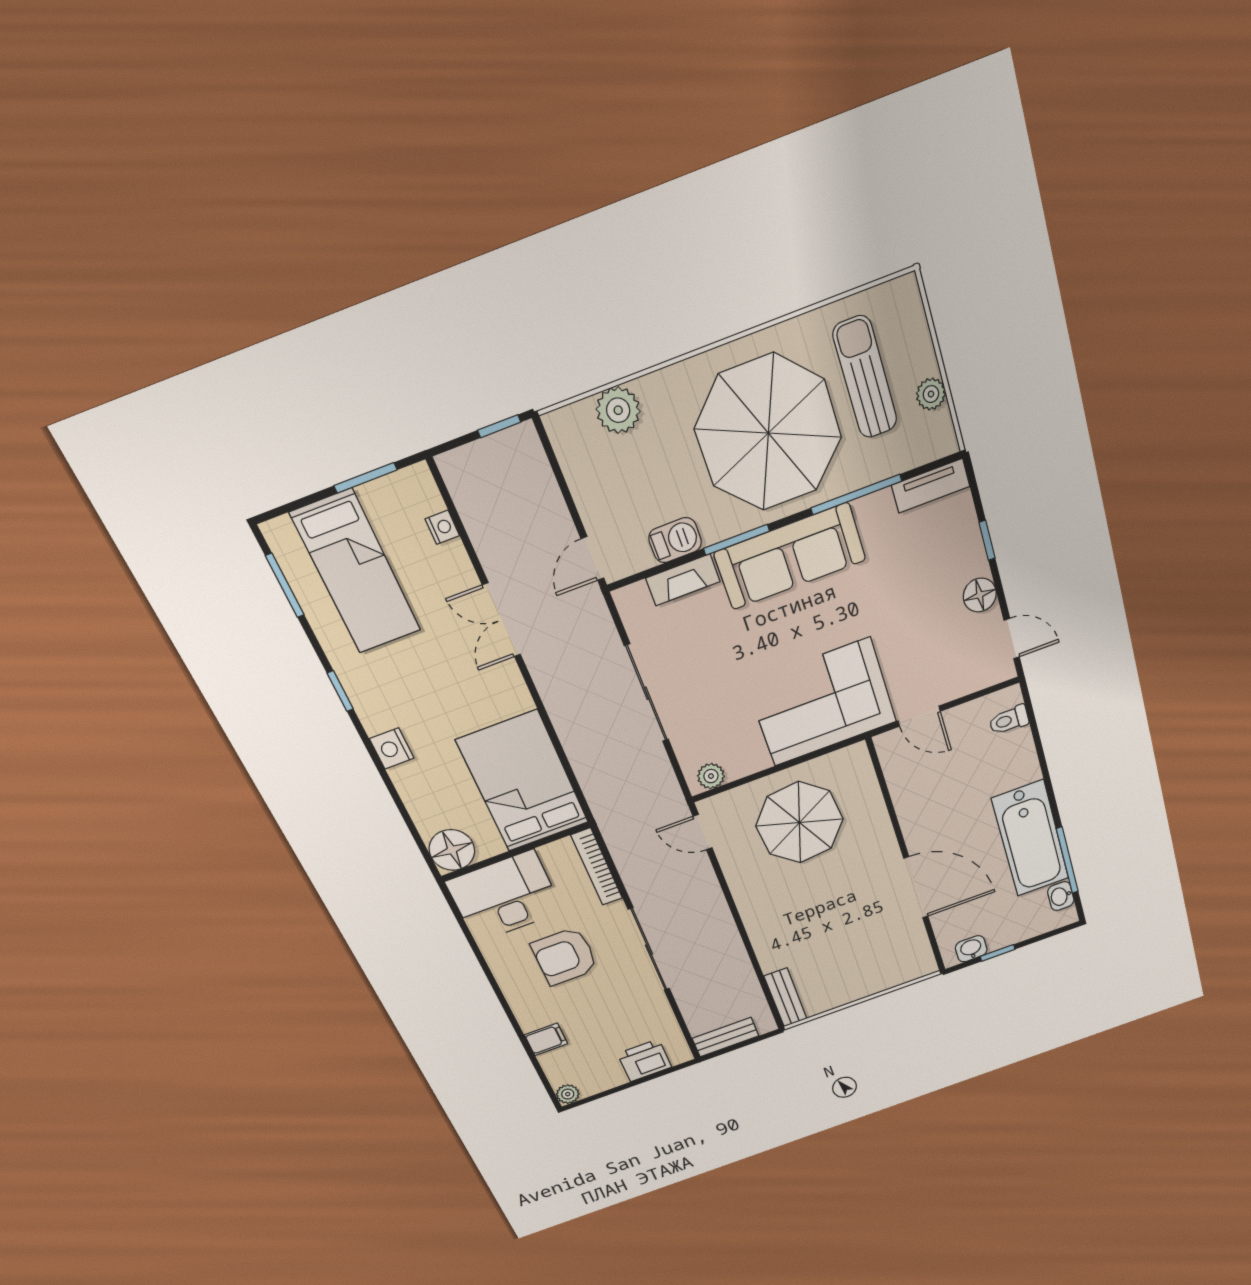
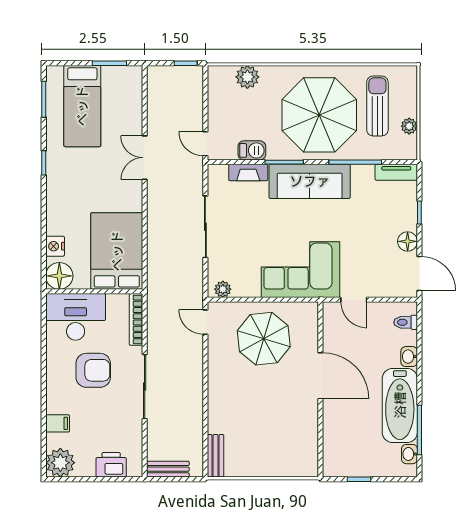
nightstand: (442, 527) -> (136, 100), removed
door: (592, 558) -> (205, 144), hinge flipped
door: (1012, 639) -> (419, 274), width x1.38
nightstand: (392, 748) -> (55, 246), moved
door: (916, 888) -> (320, 376), moved
washbasin: (971, 949) -> (409, 357), moved, turned -90
armchair: (565, 956) -> (93, 370), turned 180
plant: (568, 1094) -> (60, 463), width x1.87, depth x1.87

